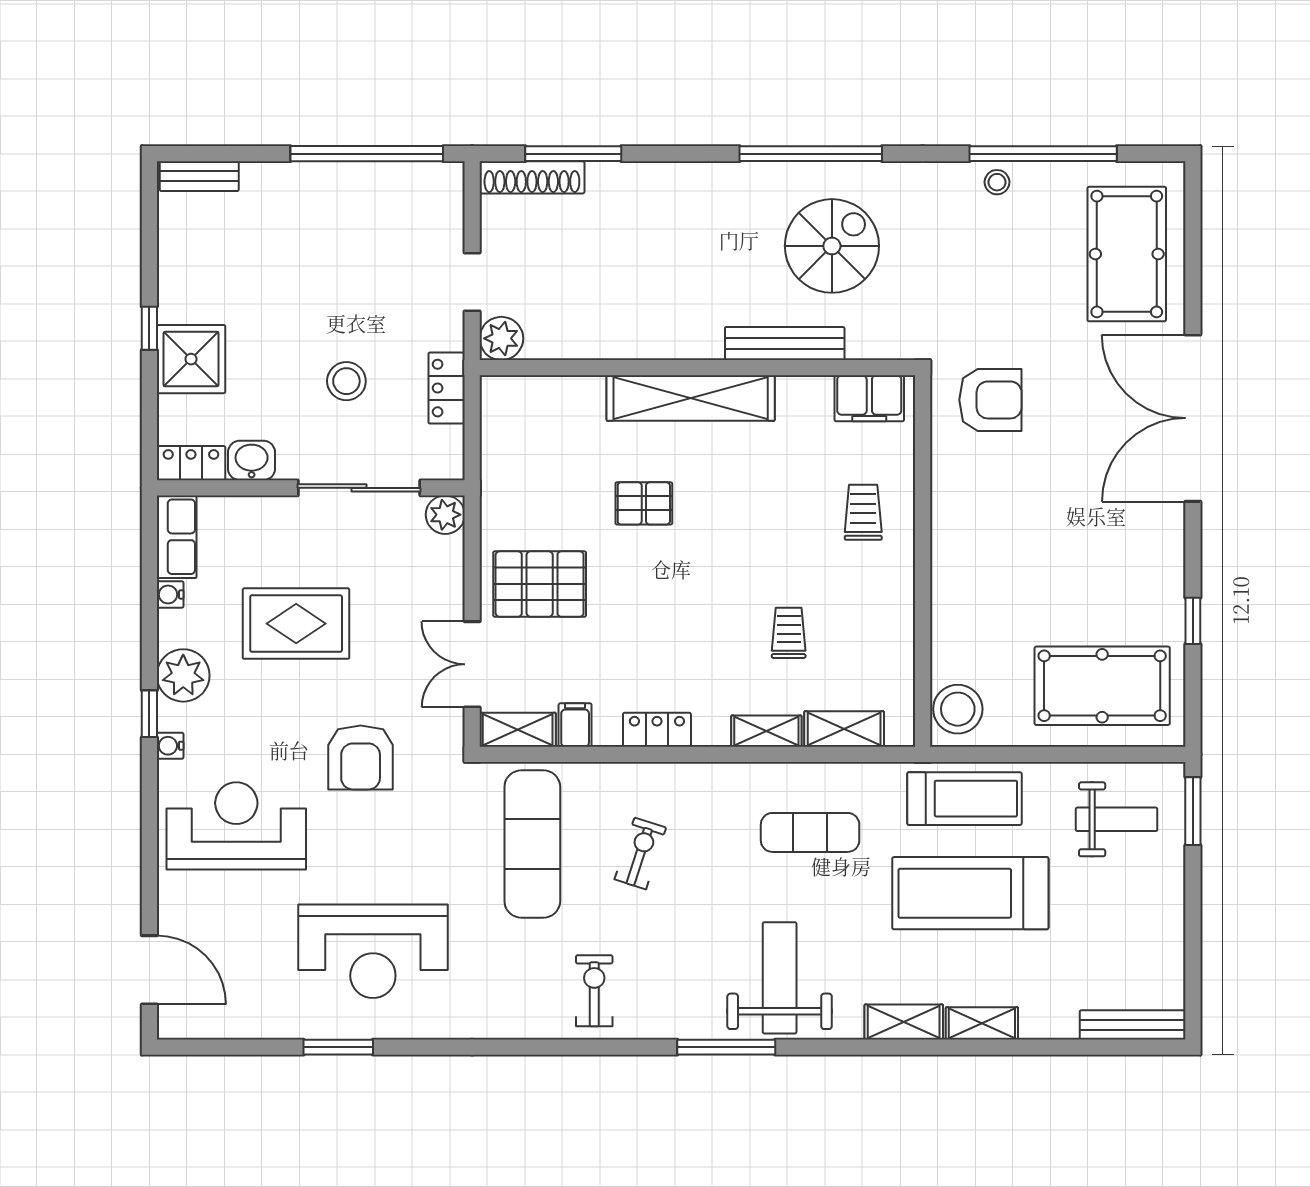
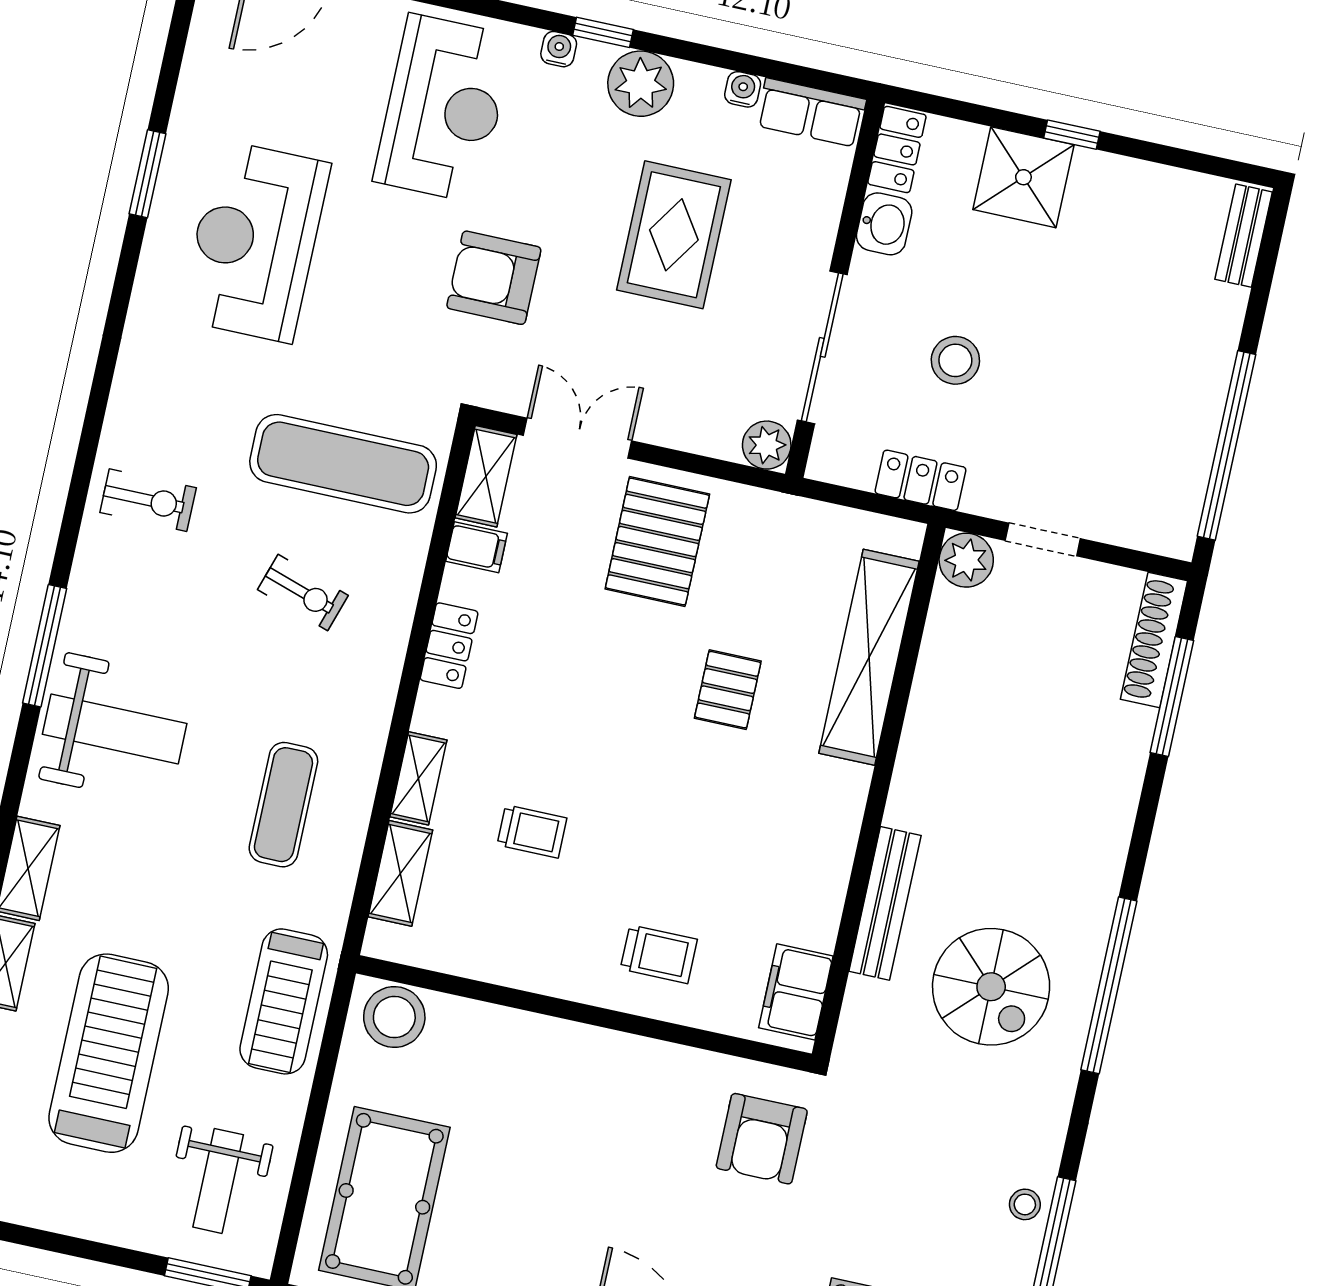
shelving: (691, 398) -> (869, 657), moved
treadmill: (970, 893) -> (109, 1053), moved

